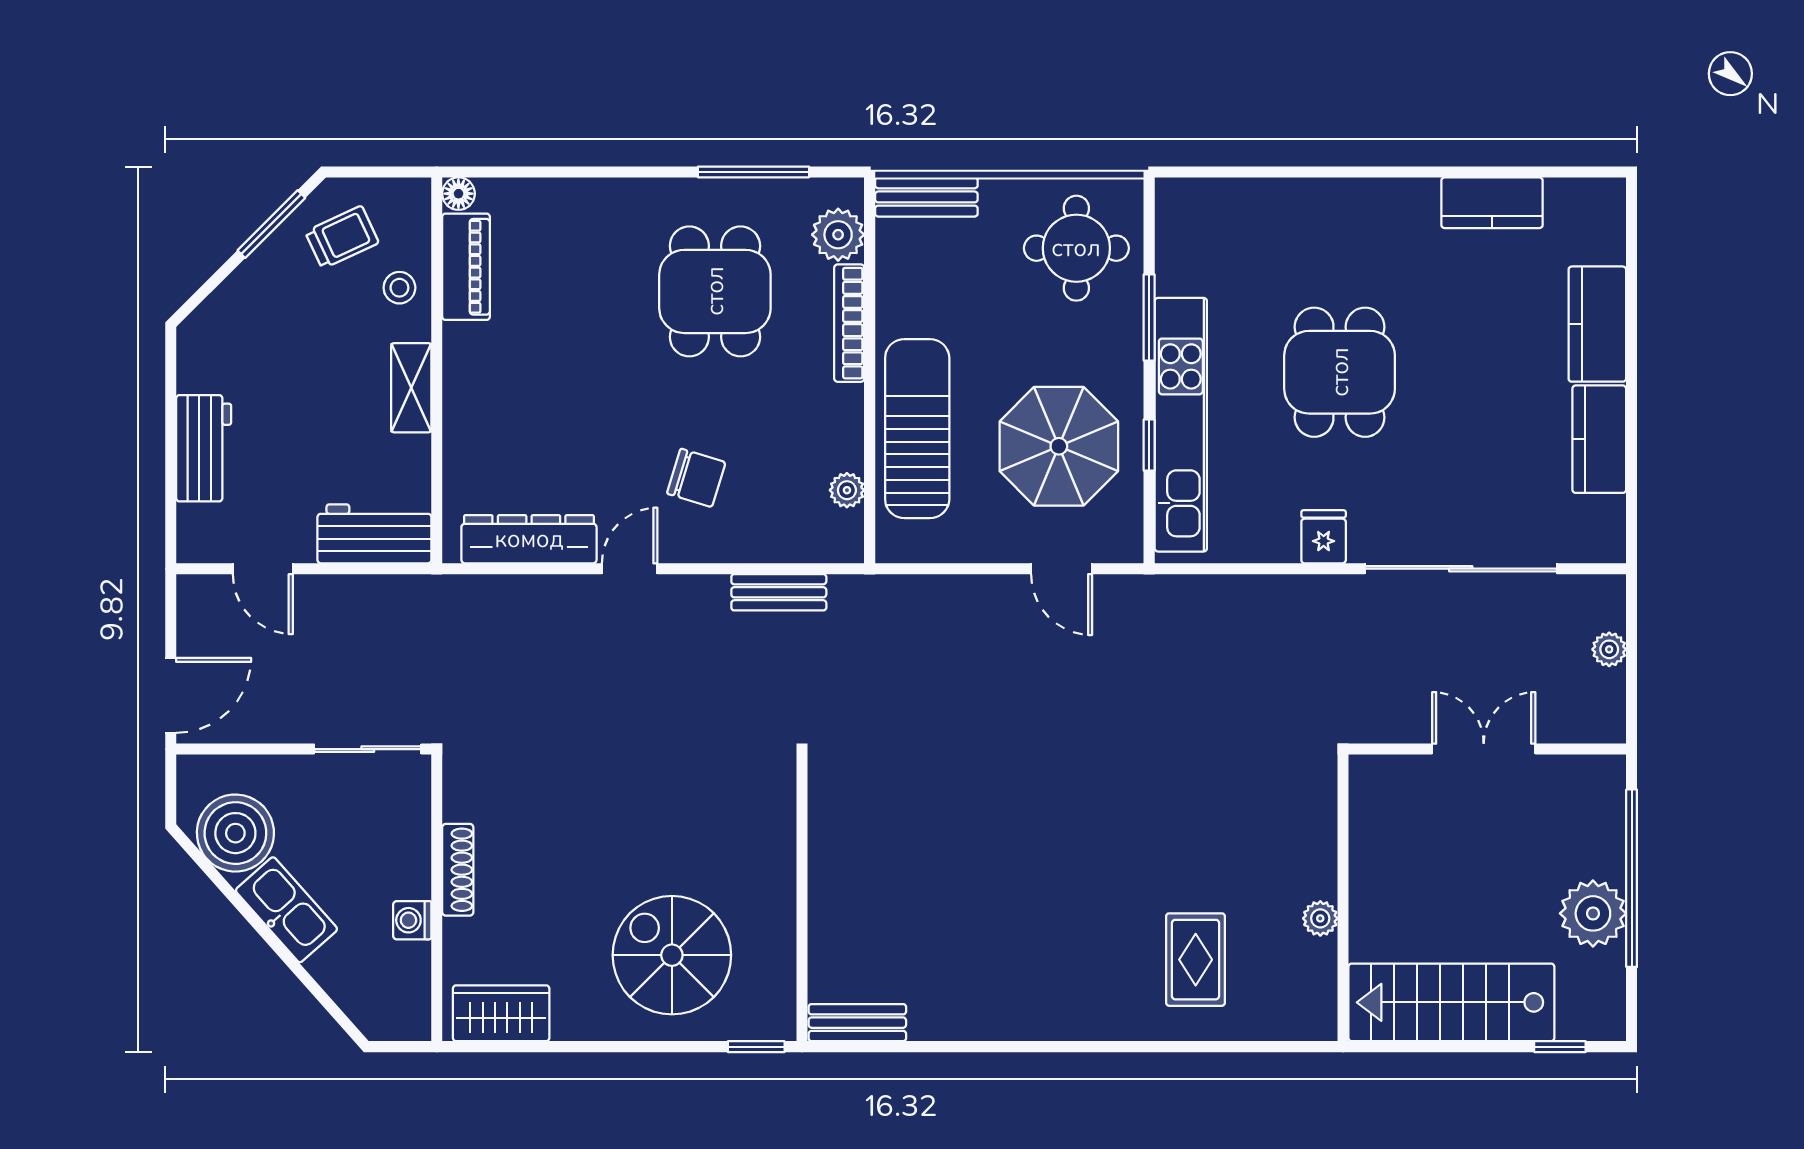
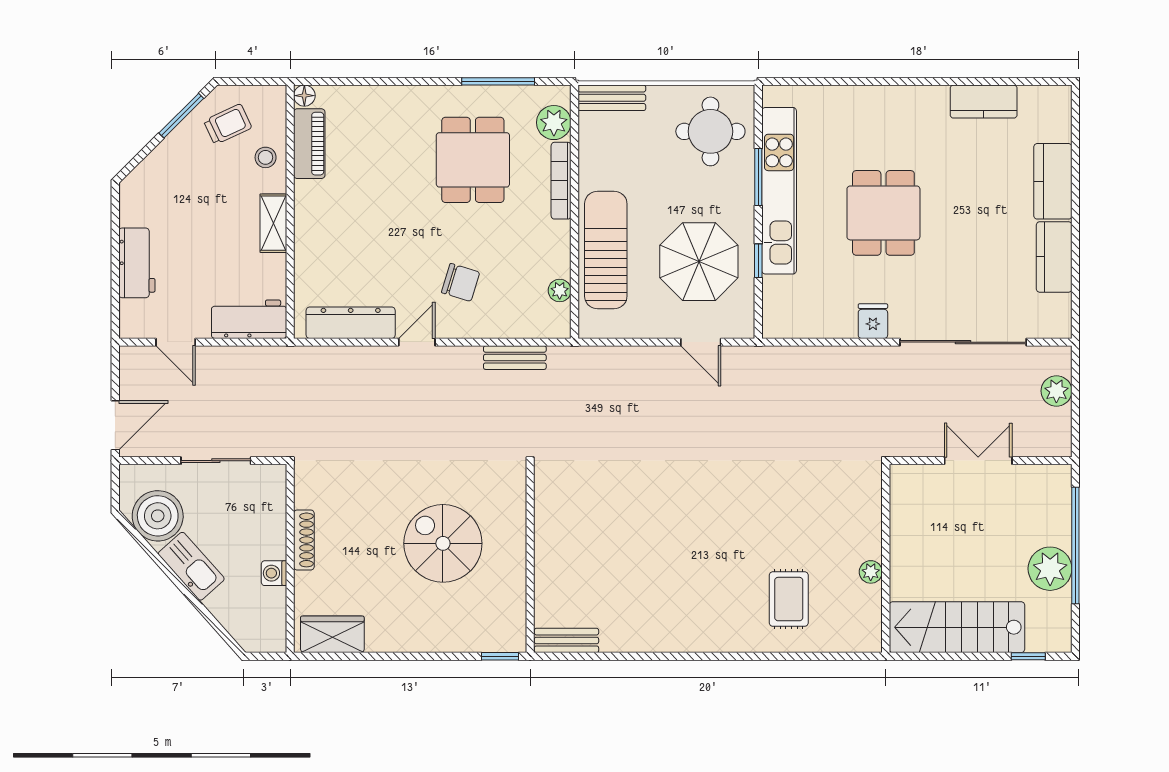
kitchen unit: (1181, 425) -> (779, 191), moved
plant: (1609, 649) -> (1056, 391), width x1.38, depth x1.38
sliding door: (368, 749) -> (216, 461), moved
spiral stairs: (672, 955) -> (443, 543), moved

